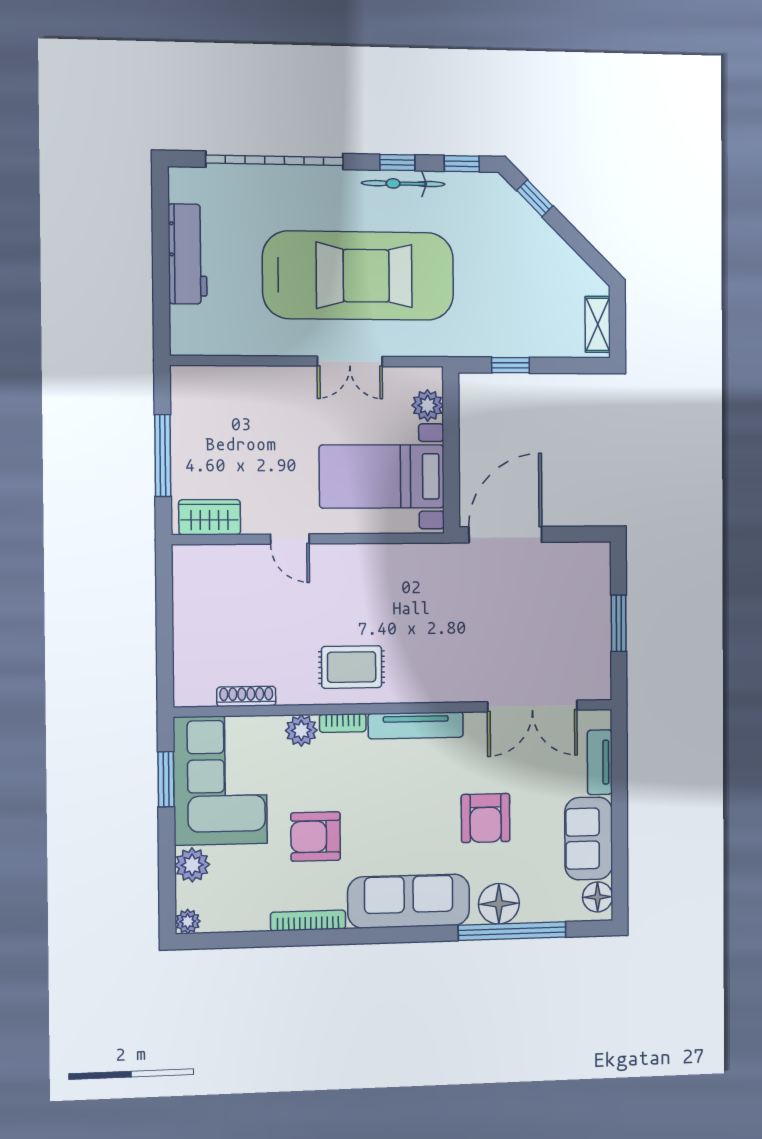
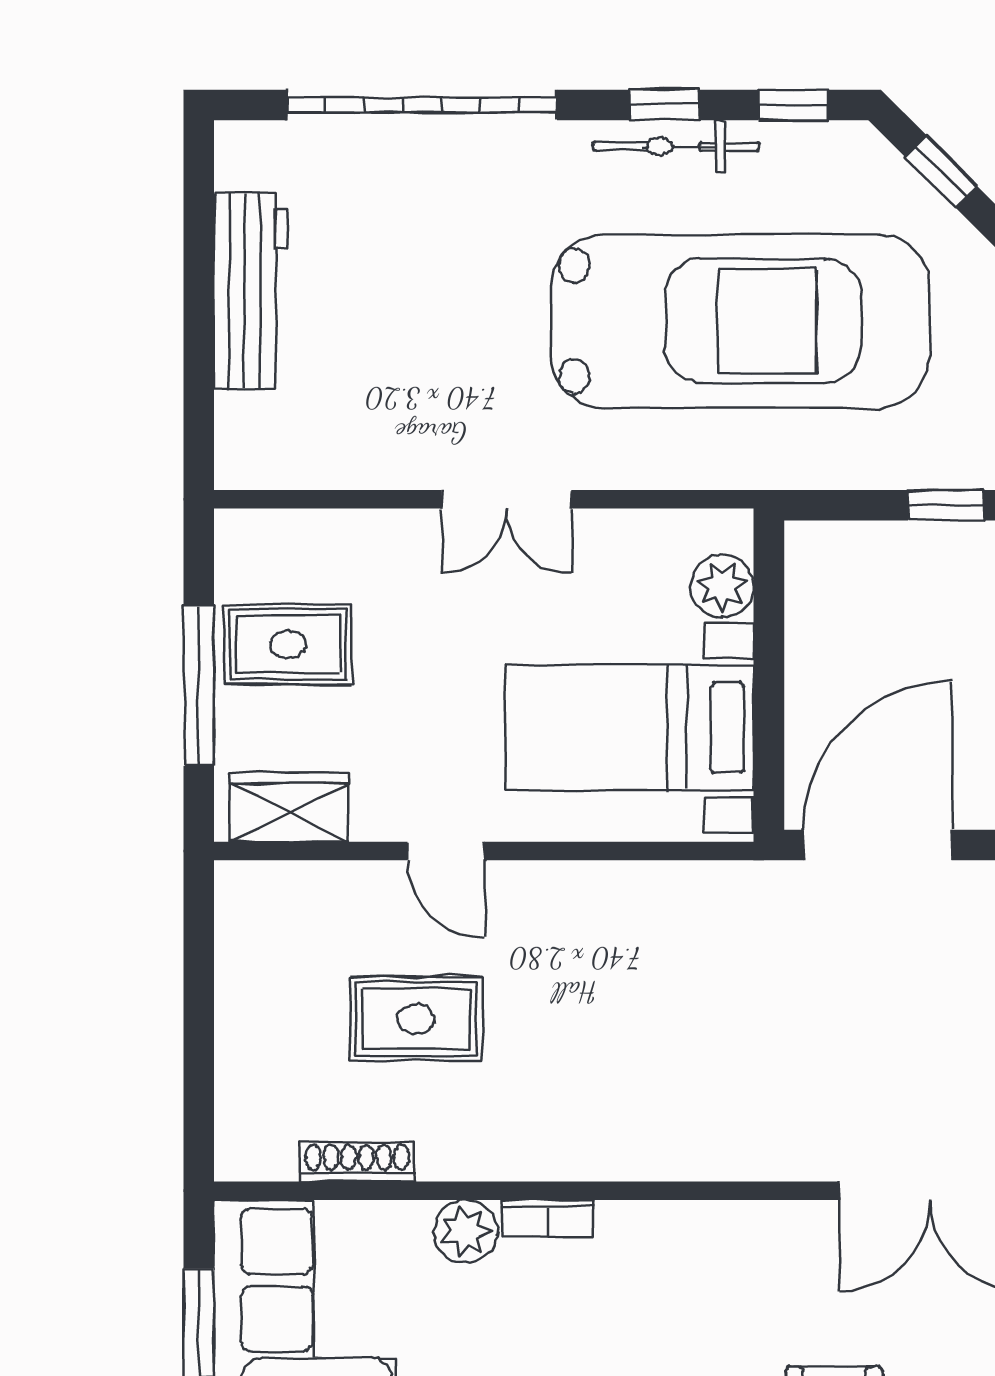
car: (358, 276) -> (741, 321), moved
double door: (350, 361) -> (506, 499), moved
window: (510, 365) -> (946, 505), moved
rug: (208, 435) -> (288, 644), added
rug: (352, 667) -> (416, 1019), moved
tv unit: (416, 725) -> (694, 1226), removed

